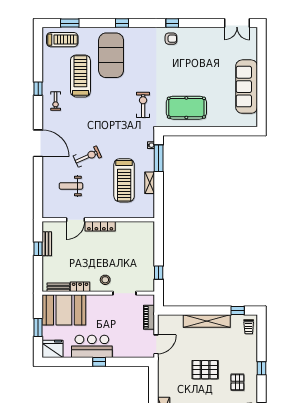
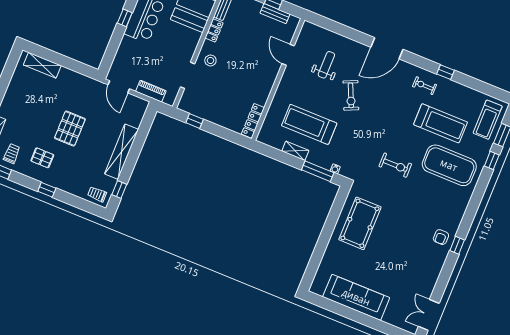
window: (122, 23) -> (492, 160), moved
exercise bike: (143, 105) -> (395, 165), moved
locker: (100, 226) -> (253, 121), moved

